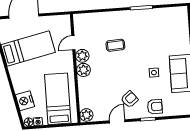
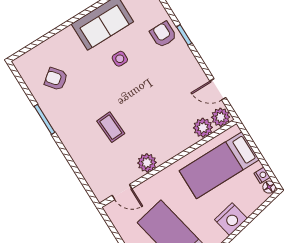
door: (73, 43) -> (122, 192), moved
plant: (83, 70) -> (203, 128), moved
armchair: (129, 99) -> (56, 79), moved
nightstand: (25, 101) -> (231, 219), moved
door: (117, 121) -> (218, 89), moved

